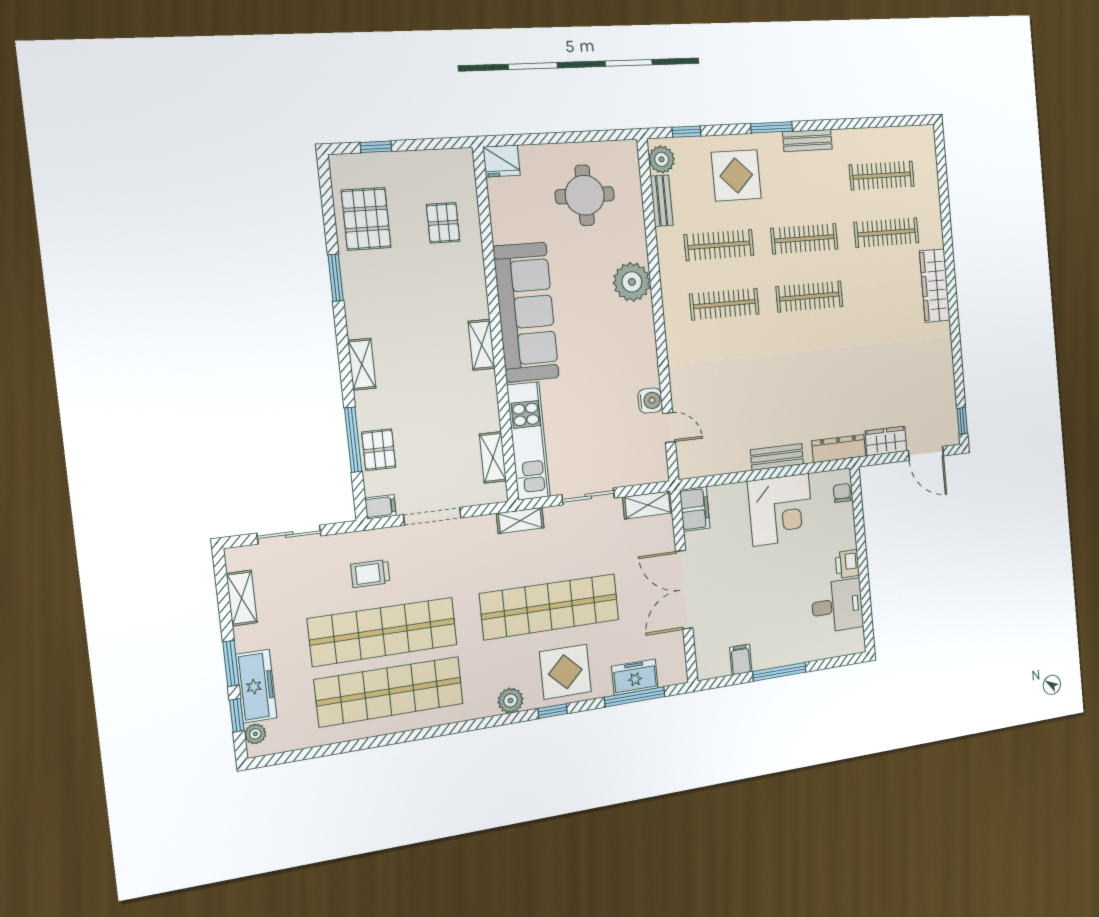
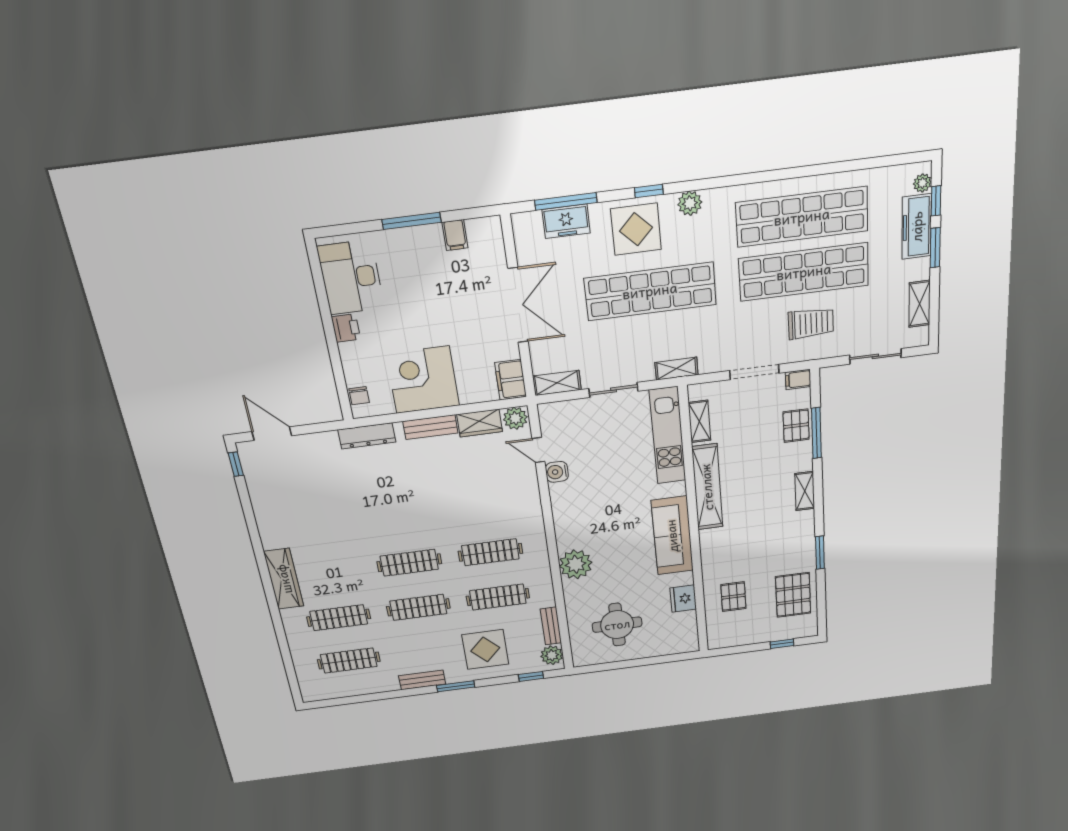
fridge: (501, 161) -> (683, 599), moved, turned -90
sofa: (526, 312) -> (672, 536), width x0.74, depth x0.79
shelving: (482, 345) -> (707, 487), width x2.20, depth x1.33
wardrobe: (886, 441) -> (480, 423), moved
plant: (692, 465) -> (515, 418), added
trolley: (370, 574) -> (811, 323), width x1.36, depth x1.39
desk: (837, 606) -> (351, 277), width x1.37

